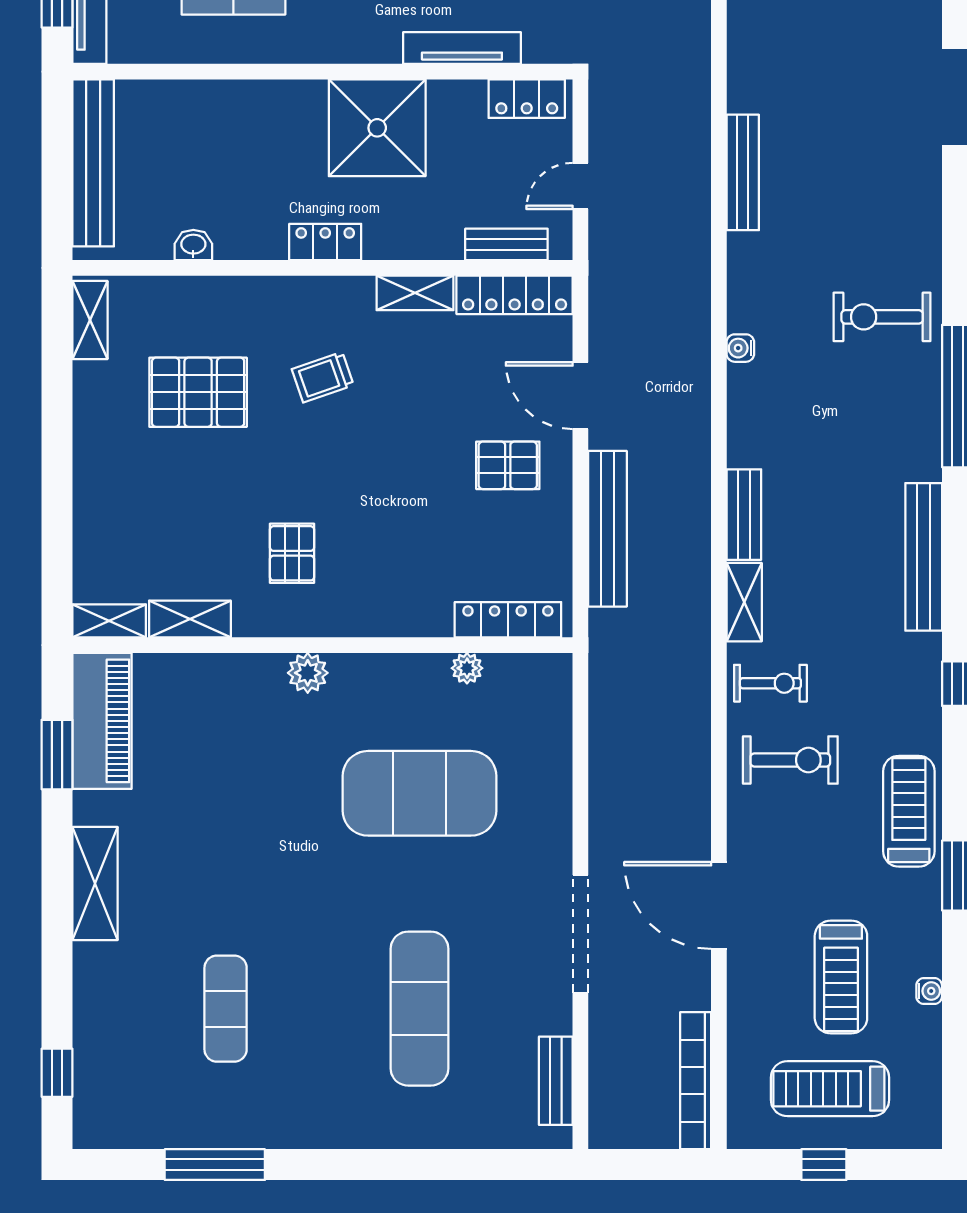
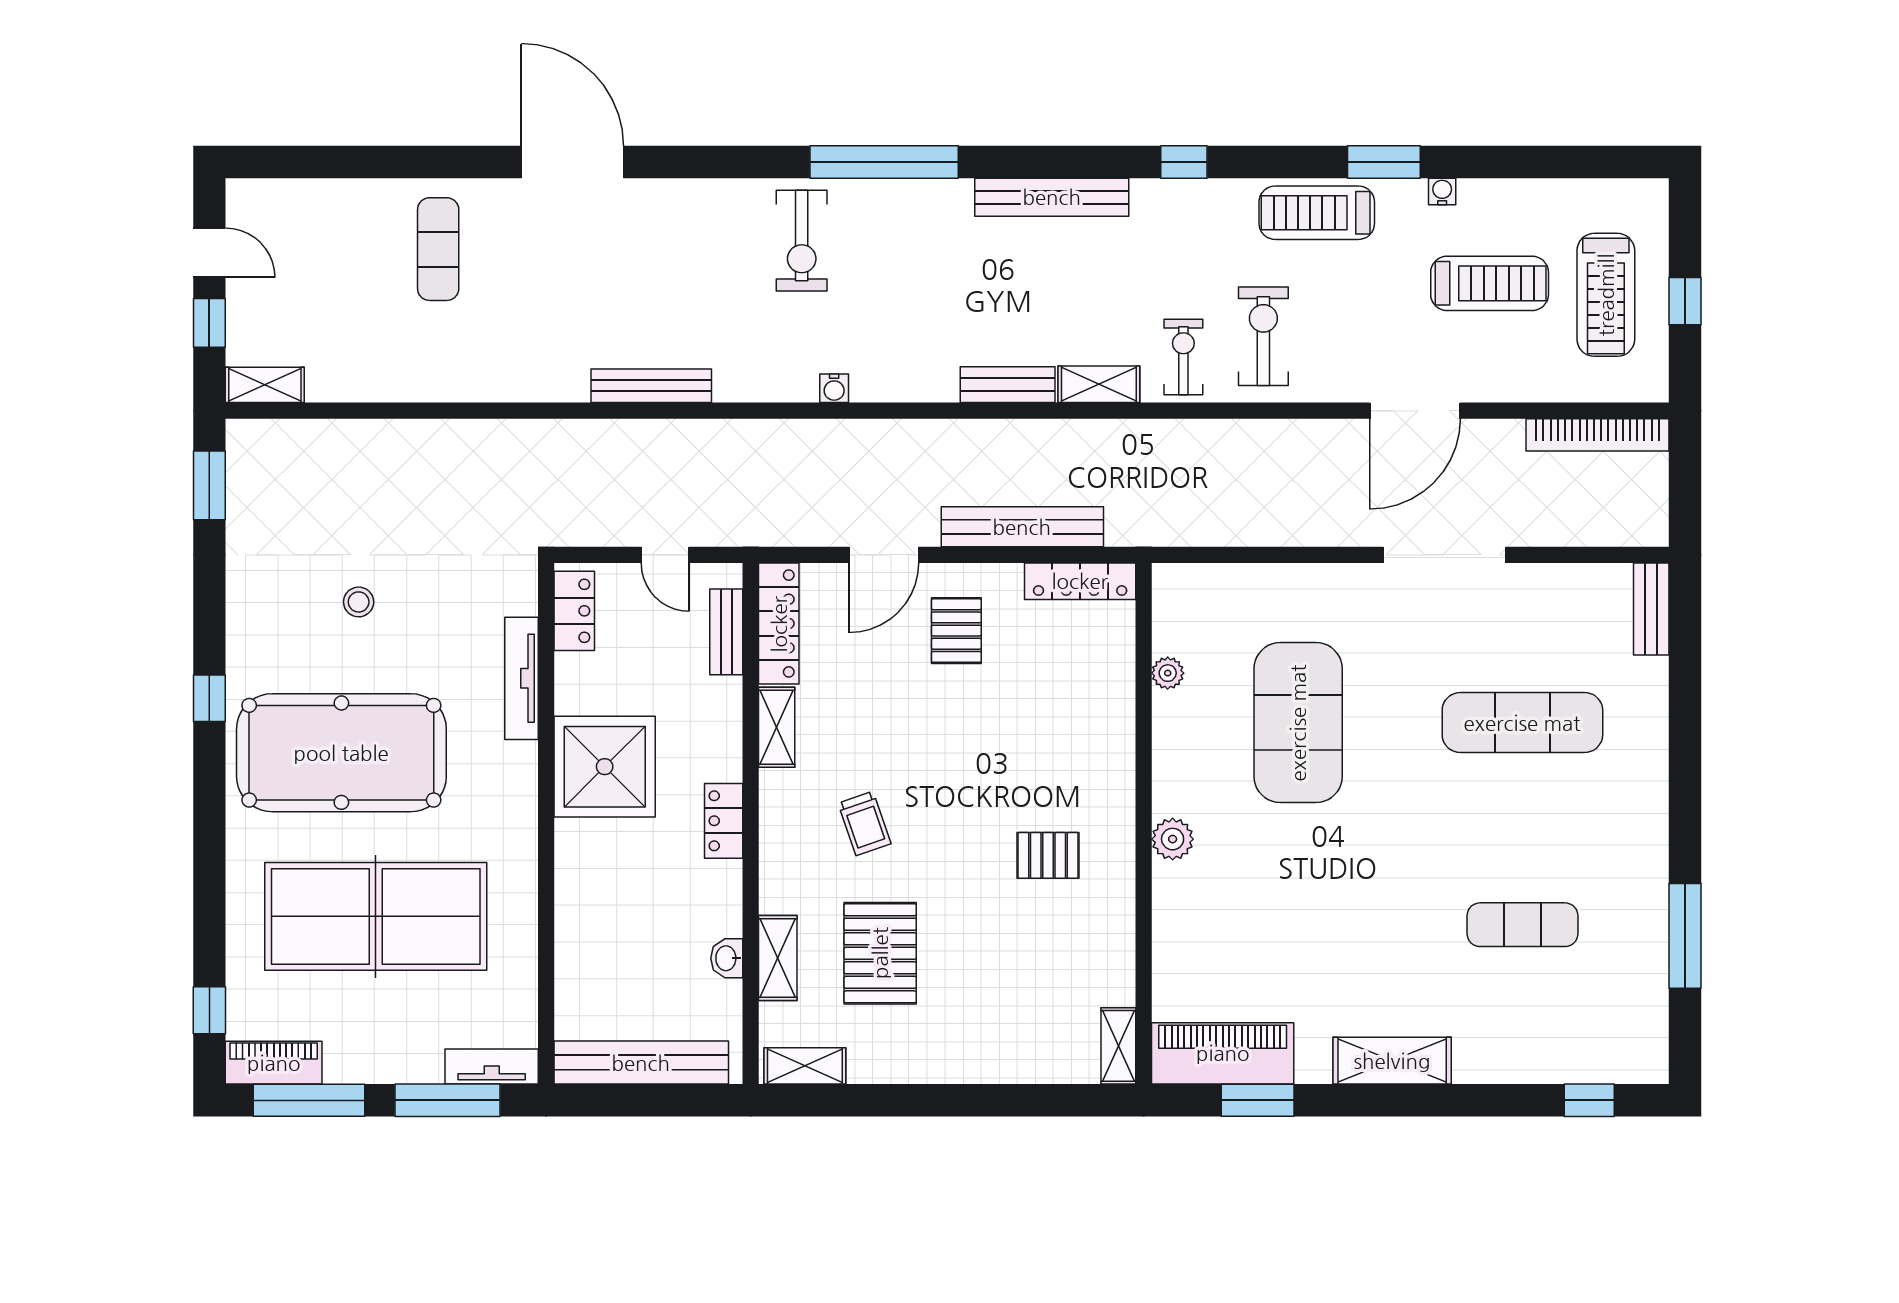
shelving: (190, 619) -> (778, 958), moved
locker: (508, 620) -> (1080, 581), moved, turned -90
water cooler: (929, 991) -> (1442, 191), moved
bench: (556, 1081) -> (1651, 609), moved, turned 90

